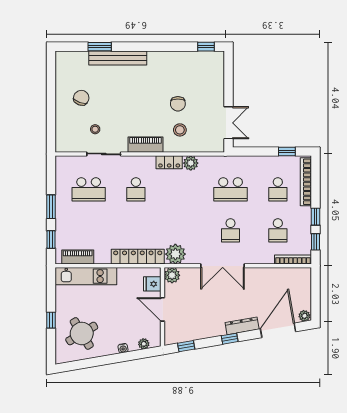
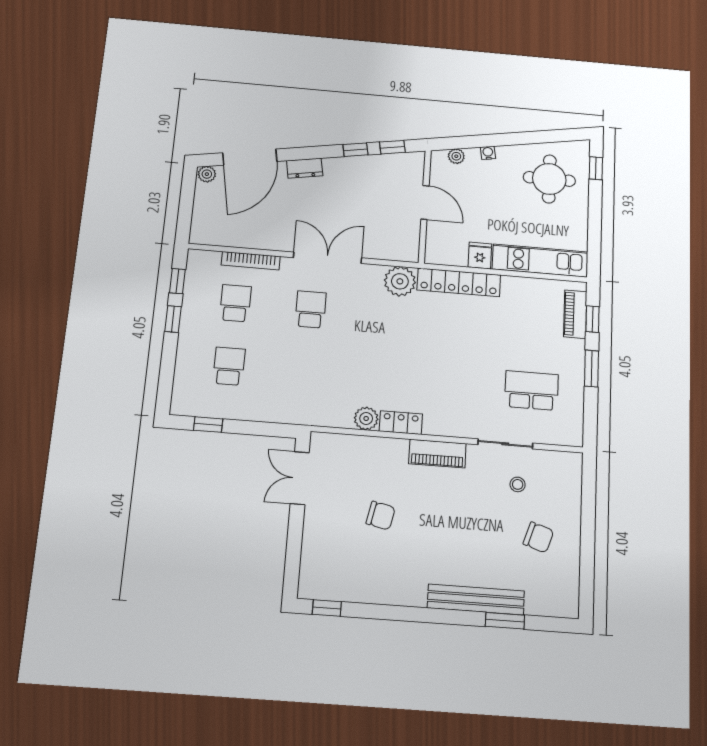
chair: (81, 98) -> (538, 537), turned -92
chair: (178, 104) -> (381, 516), turned 102
stool: (180, 130) -> (380, 473), removed
bookcase: (306, 182) -> (182, 374), removed
school desk: (136, 189) -> (456, 384), removed
school desk: (231, 189) -> (305, 372), removed
piano: (78, 257) -> (575, 314), moved, turned 90
bookcase: (293, 259) -> (251, 261), moved
plant: (172, 275) -> (407, 250), removed
fridge: (152, 284) -> (480, 255), moved, turned -90
window: (51, 320) -> (596, 168), moved
dresser: (242, 326) -> (305, 168), width x0.70
round table: (82, 333) -> (549, 179), turned 31
window: (230, 339) -> (355, 150), moved

